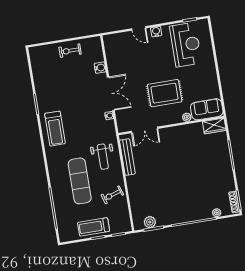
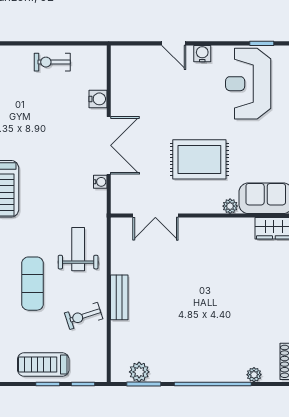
reception desk: (186, 45) -> (248, 84), turned 180
weight bench: (103, 157) -> (78, 249), turned 180
bench: (127, 157) -> (119, 297), moved, width x0.73
exercise mat: (80, 181) -> (33, 284), width x0.73, depth x0.69

